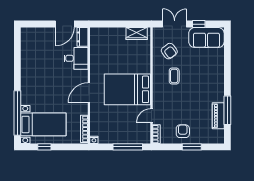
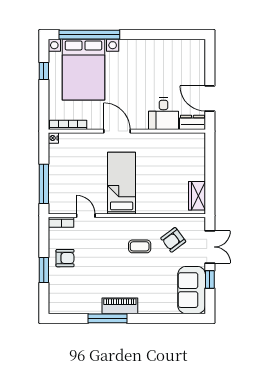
bed: (127, 89) -> (122, 183), width x0.67
window: (227, 110) -> (107, 318), moved
piano: (218, 116) -> (120, 306), moved
bed with nightstands: (43, 124) -> (83, 70), width x1.36

